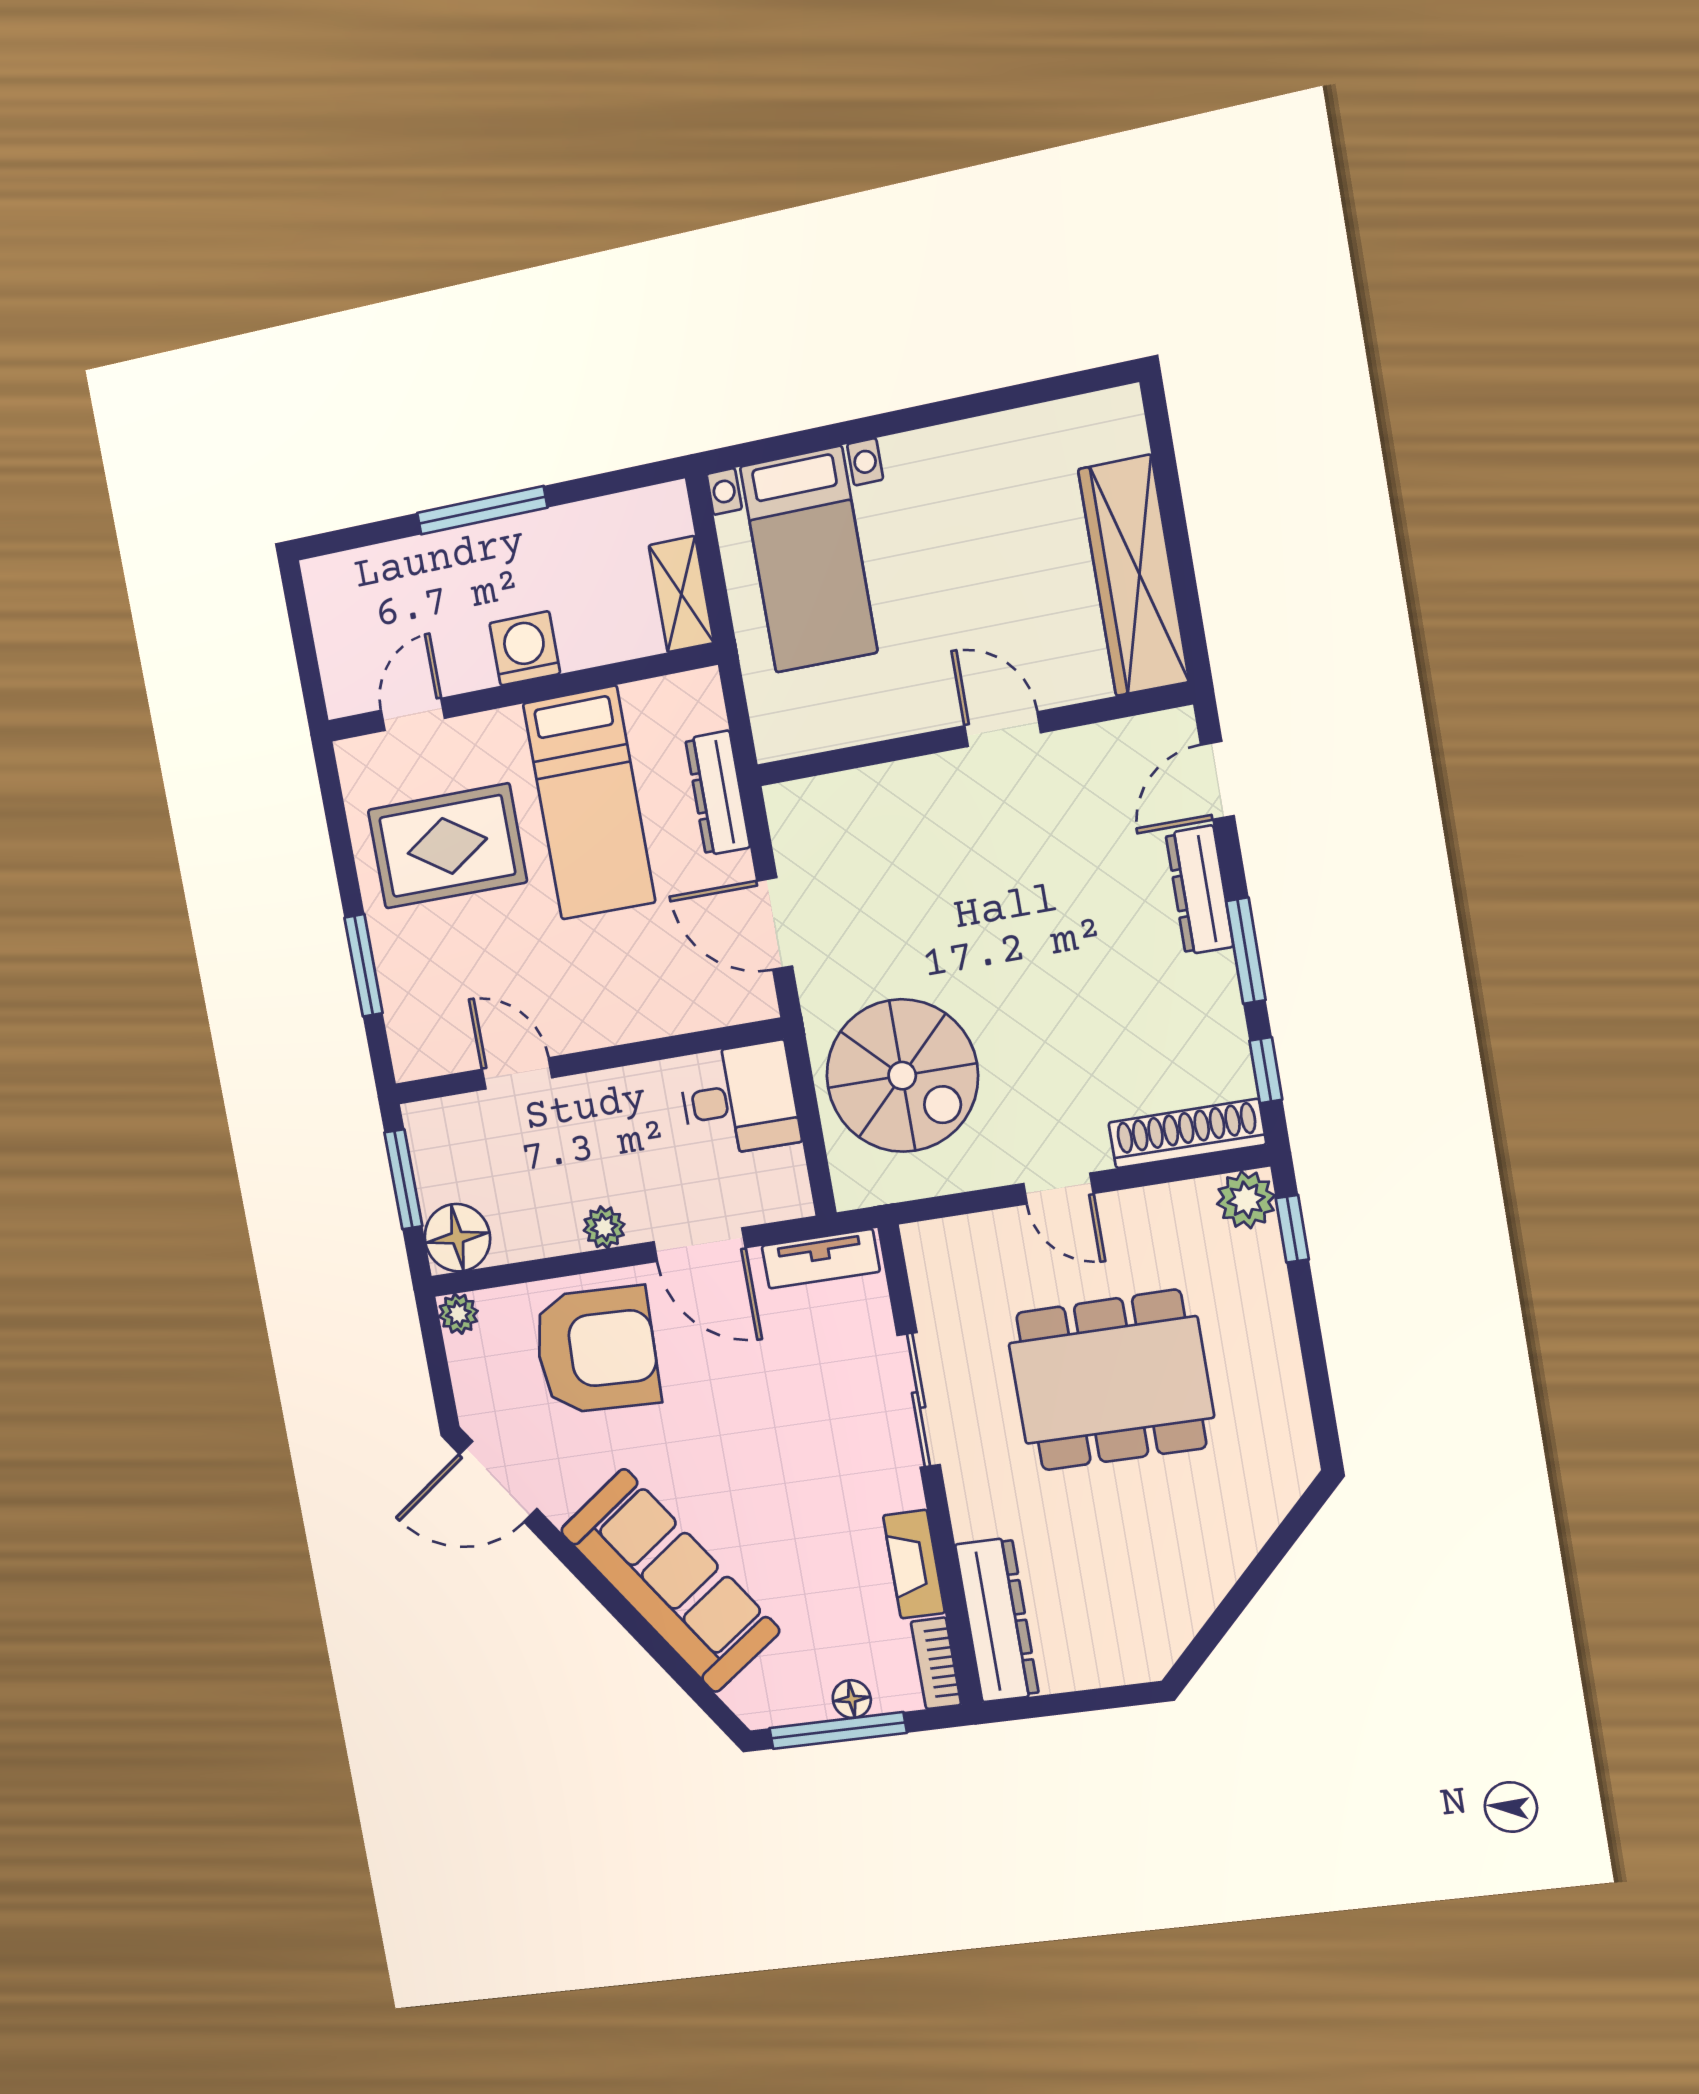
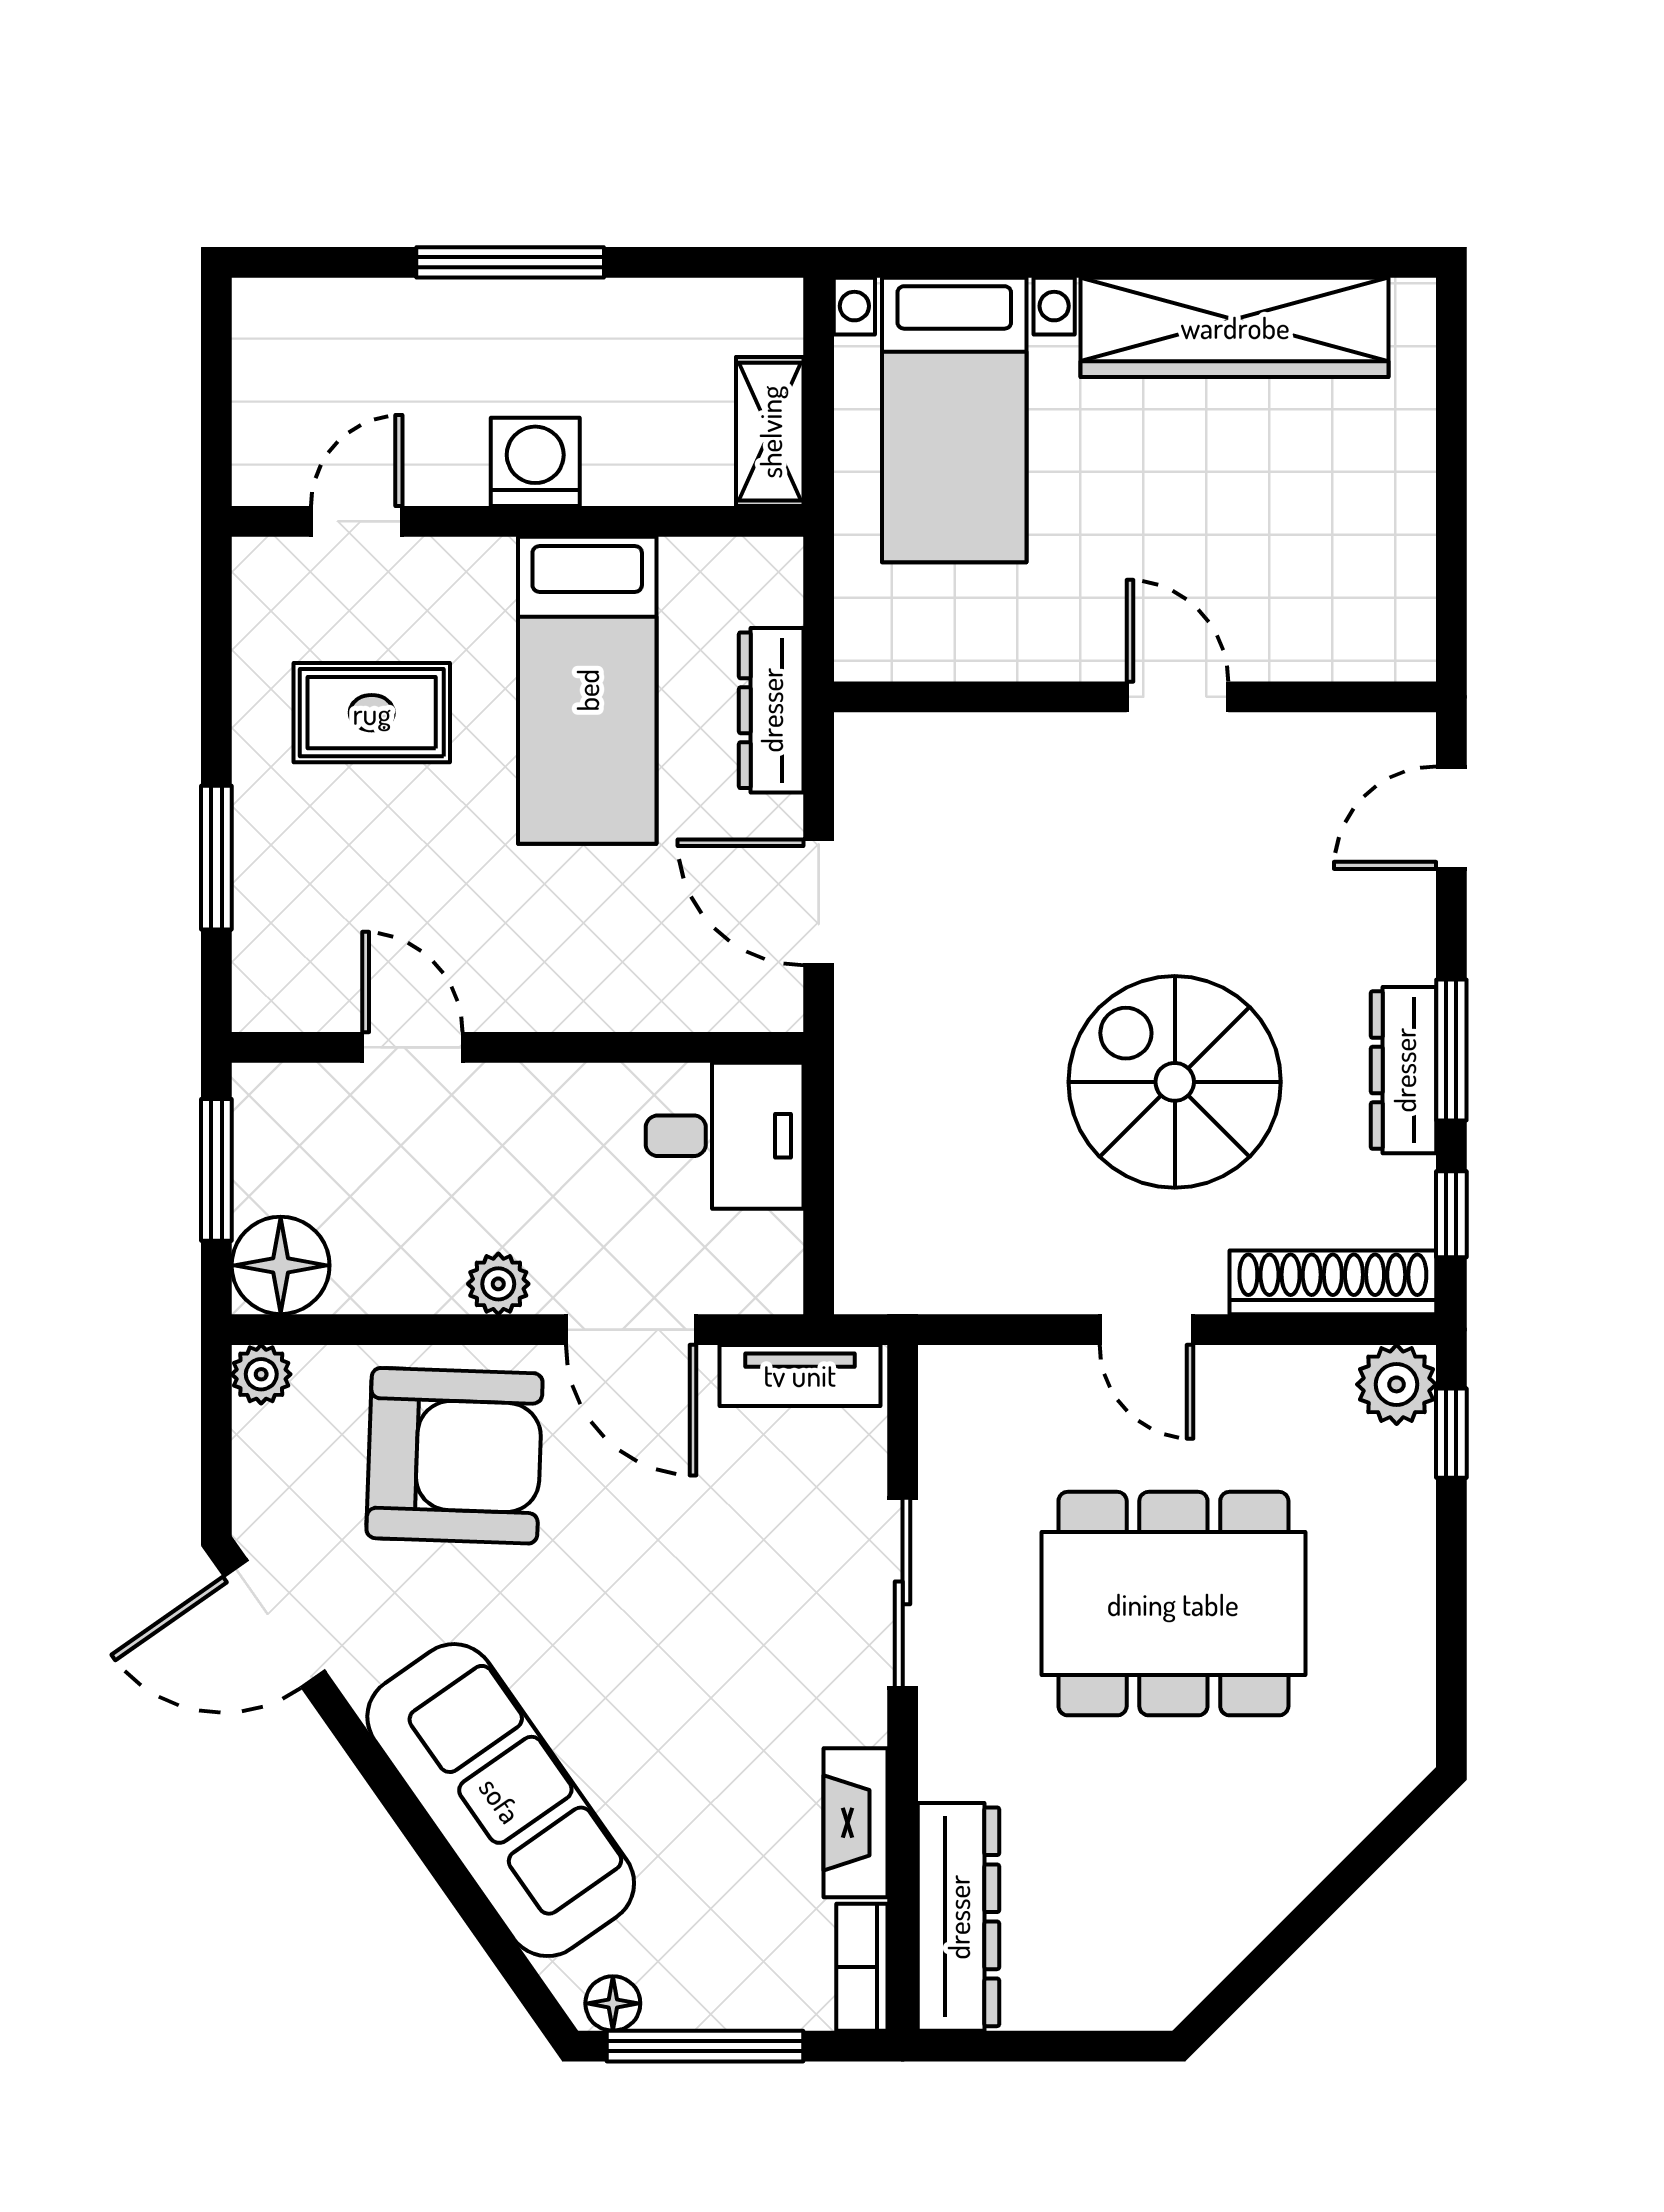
wardrobe: (1134, 576) -> (1235, 327), moved, turned -90
rug: (447, 846) -> (372, 713), width x0.73, depth x0.70
dresser: (1199, 890) -> (1404, 1070), moved
spiral stairs: (902, 1076) -> (1175, 1082), moved, turned 180
floor lamp: (852, 1699) -> (613, 2003), moved

